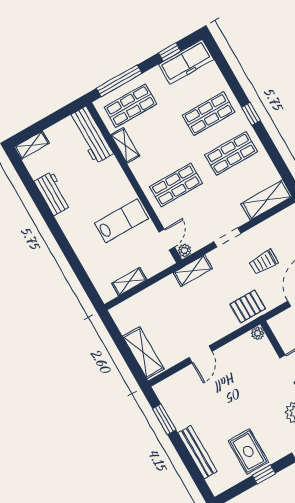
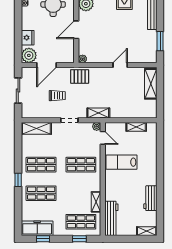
window: (119, 81) -> (79, 239), width x0.46
door: (167, 240) -> (103, 138), swing flipped

